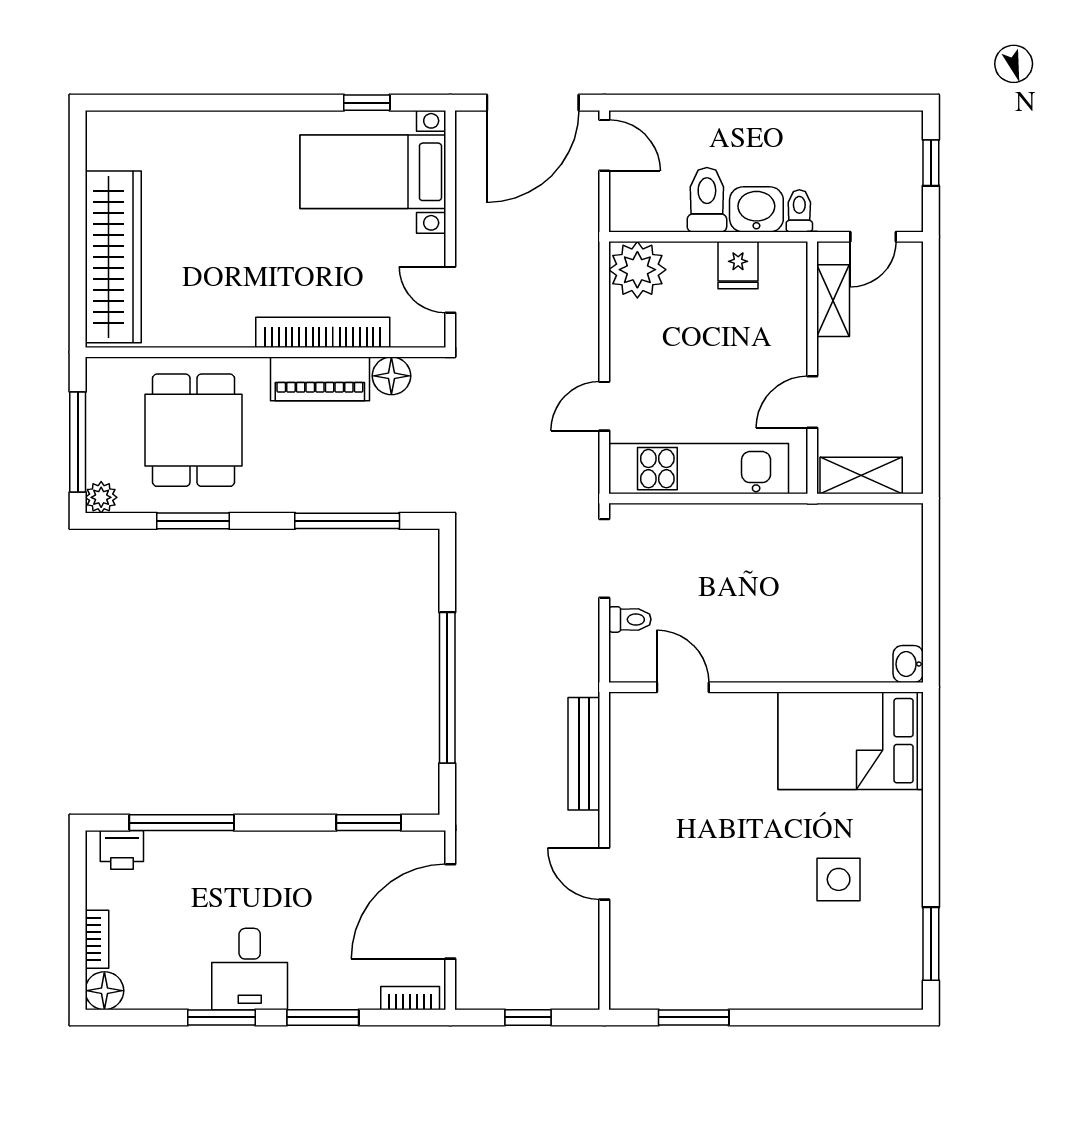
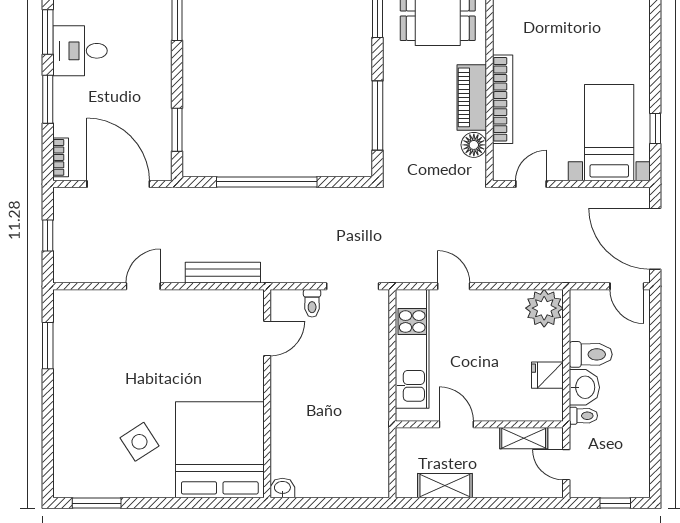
door: (604, 145) -> (627, 286), hinge flipped
shelving: (861, 475) -> (445, 486), moved, turned 90
bed: (851, 741) -> (220, 450), width x1.36
side table: (839, 879) -> (139, 442), turned -33

